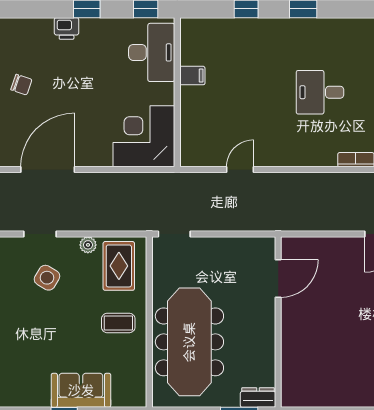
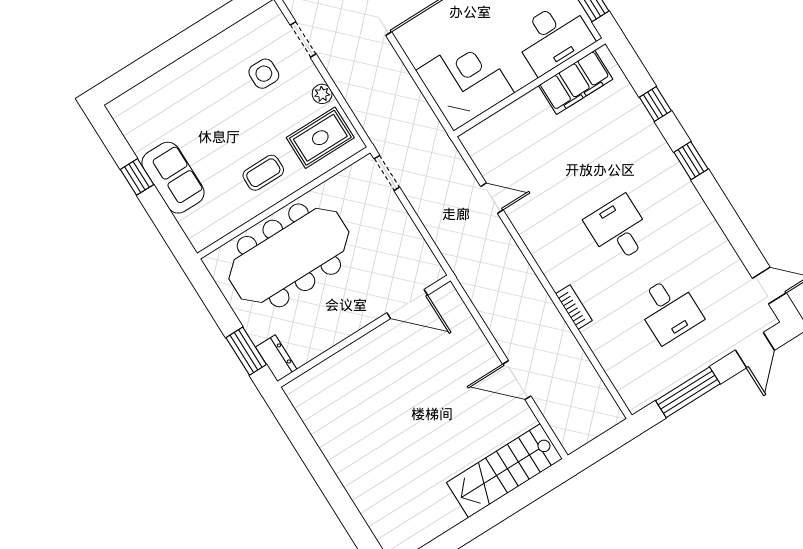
filing cabinet: (192, 76) -> (576, 82), width x3.00, depth x1.17
side table: (47, 278) -> (264, 74), turned -31
coffee table: (118, 323) -> (263, 173), turned 90

